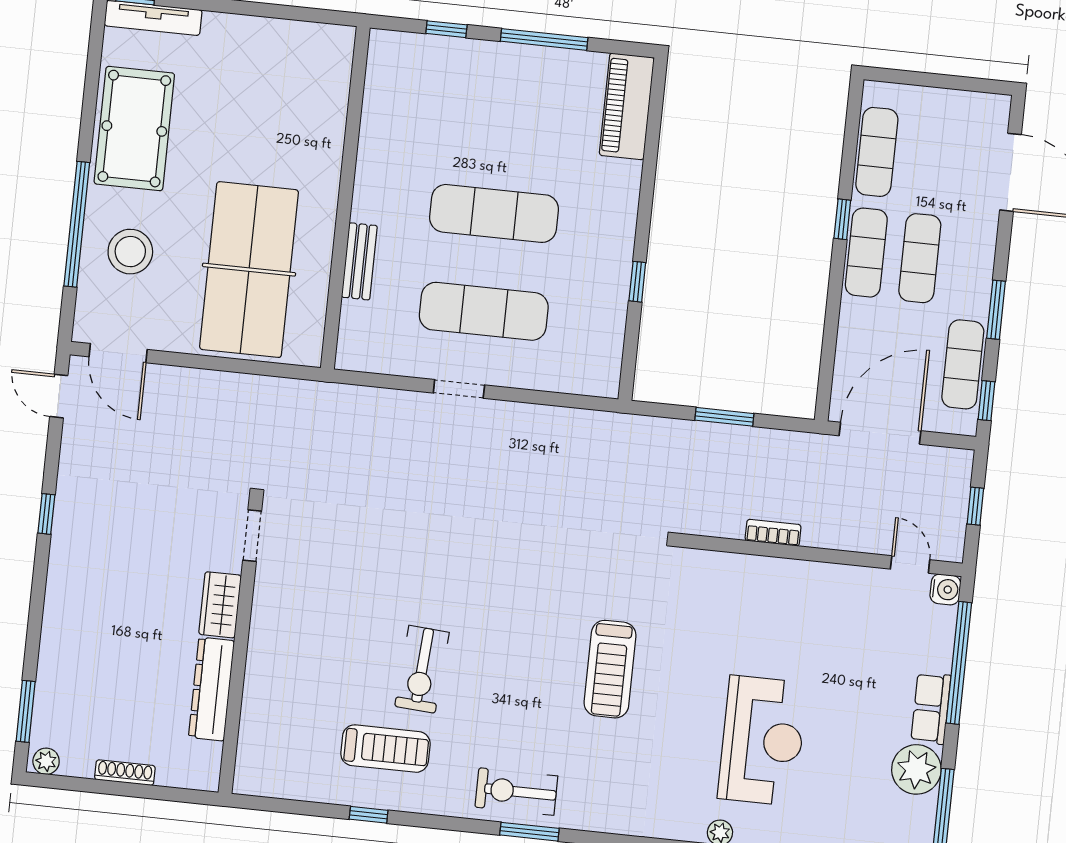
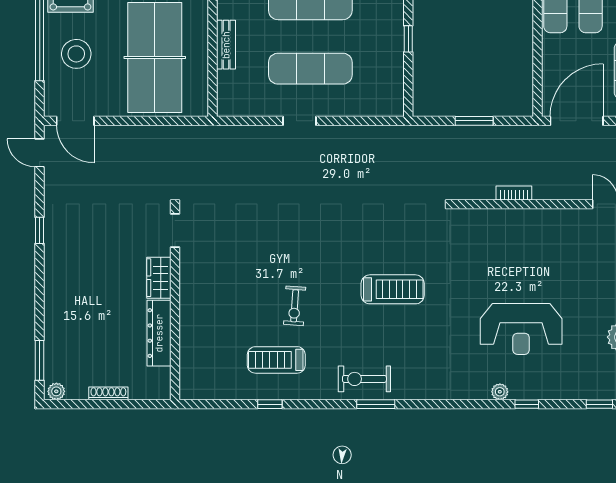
exercise bike: (422, 669) -> (295, 306), width x0.73, depth x0.72
treadmill: (610, 669) -> (393, 289), moved, turned -90
reception desk: (762, 741) -> (521, 329), turned 90
treadmill: (385, 749) -> (276, 360), turned 180

